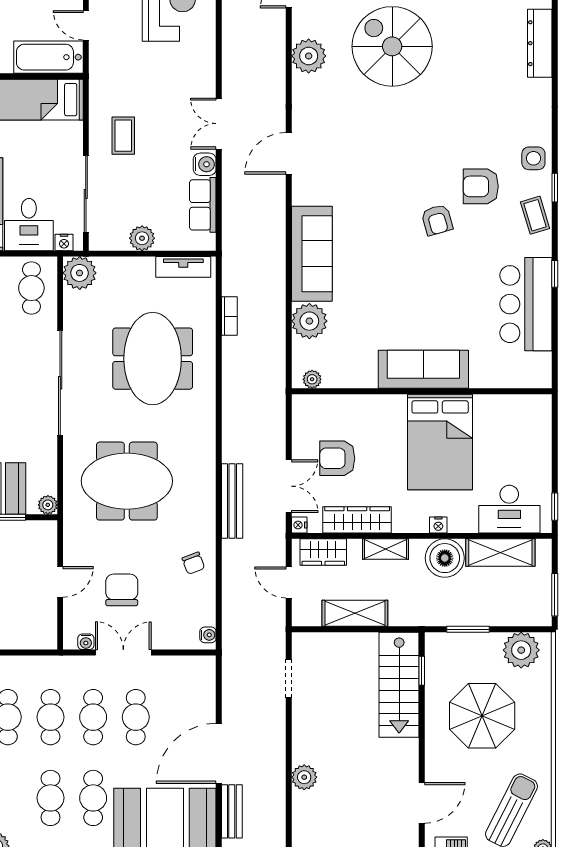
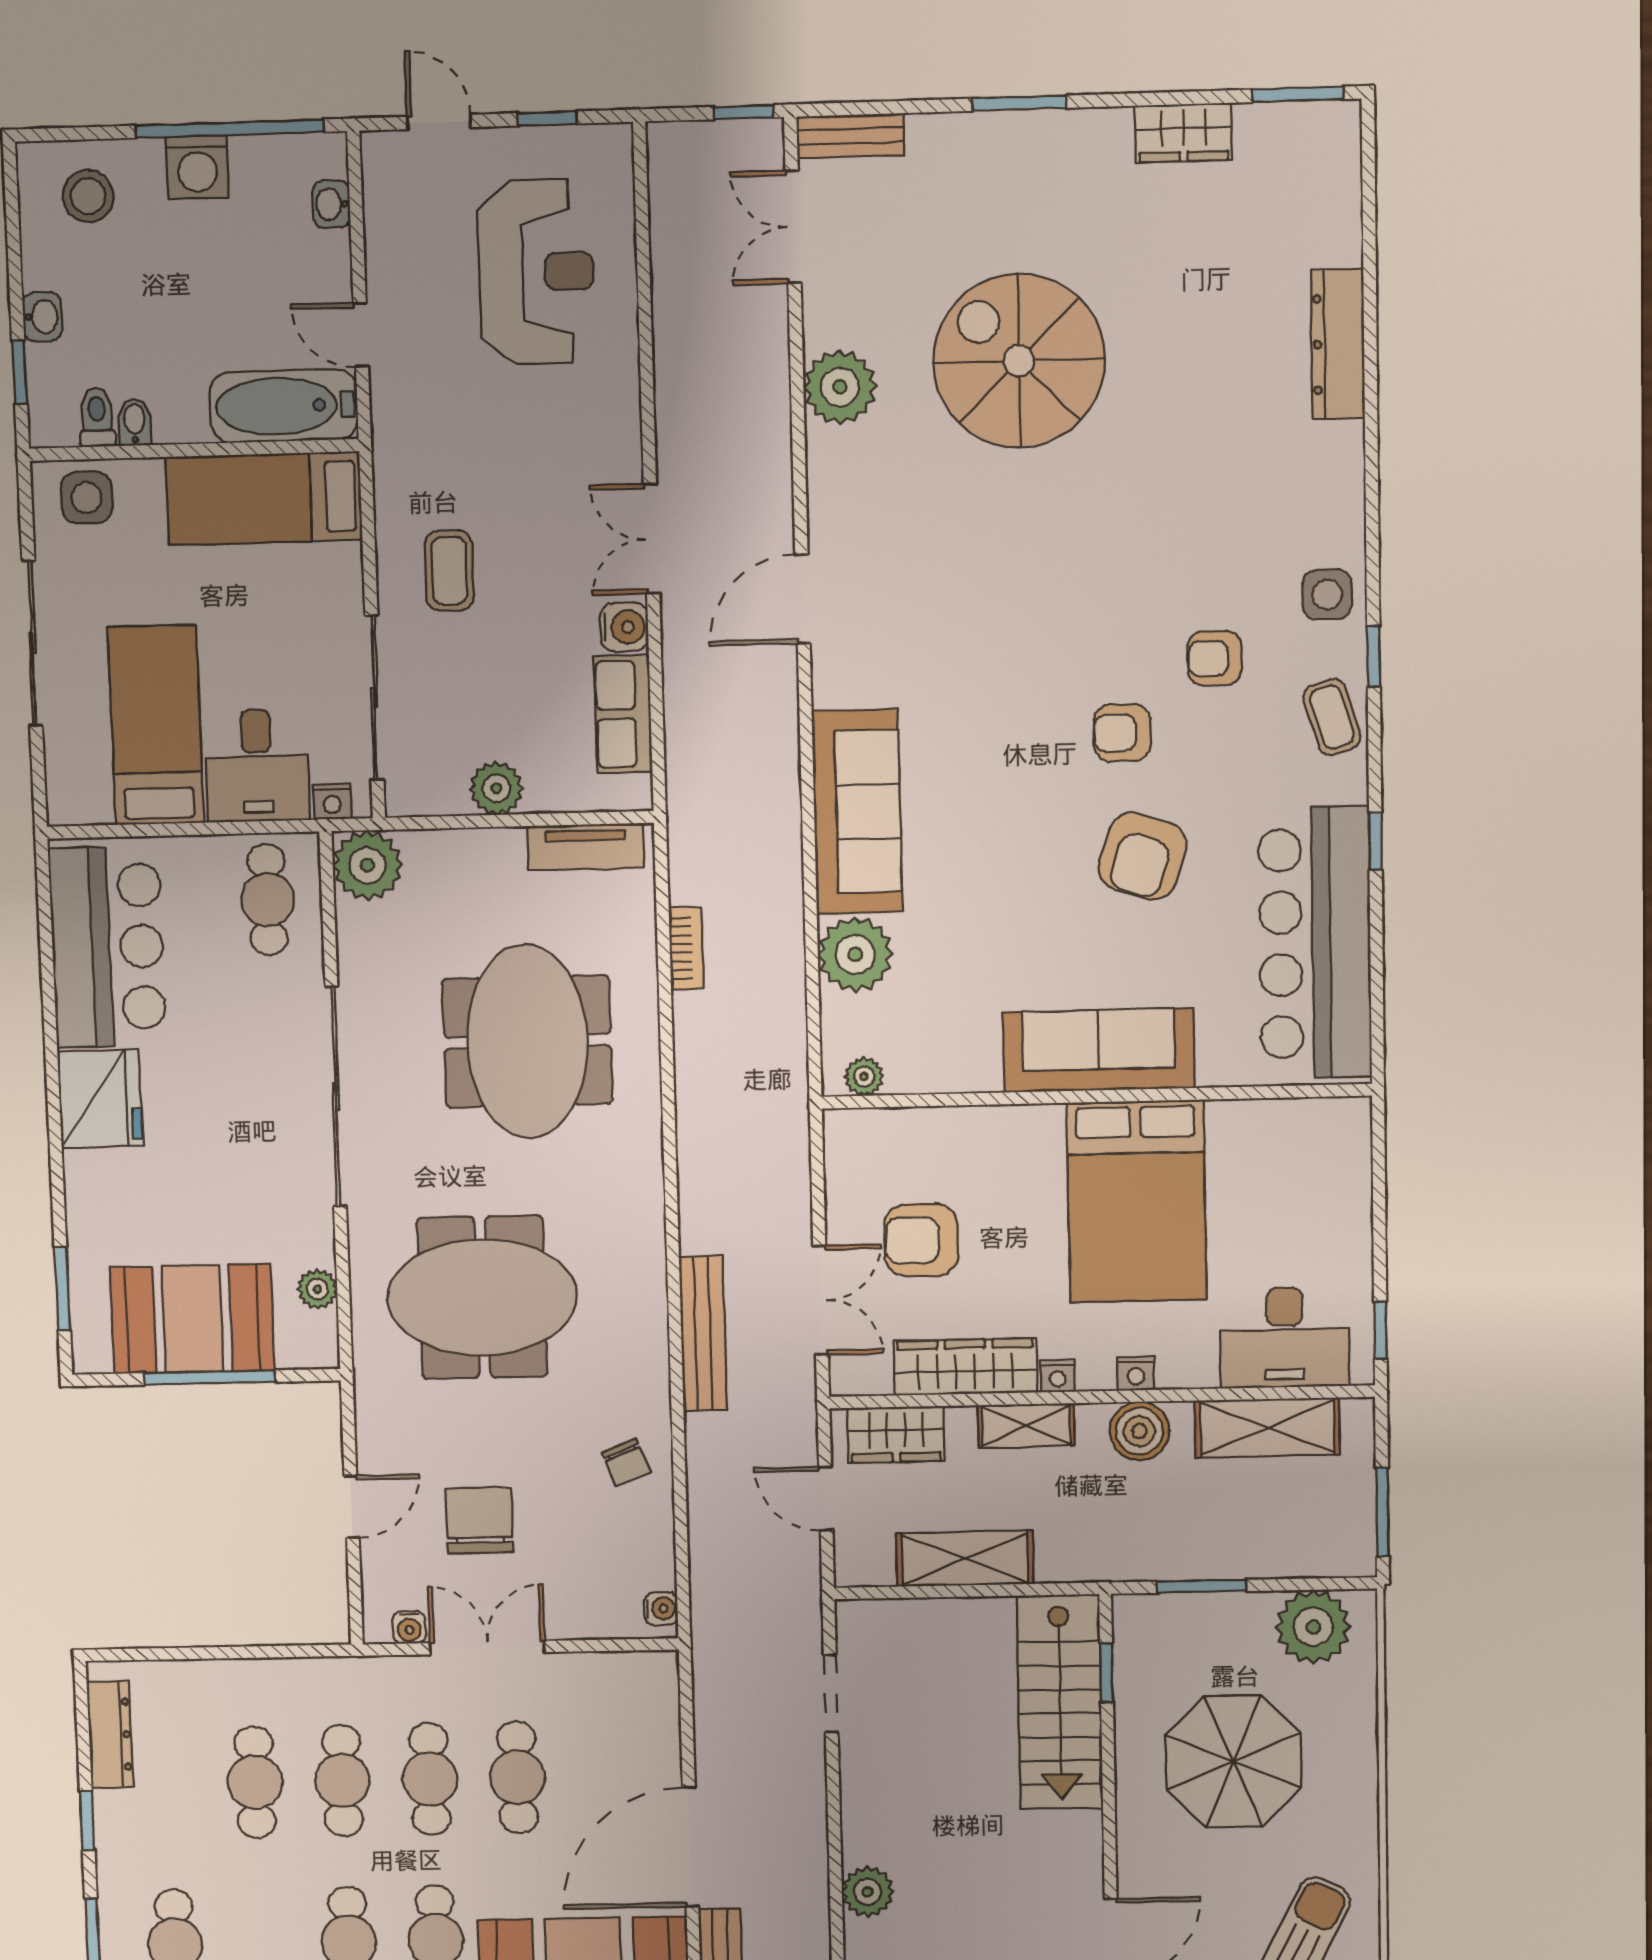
armchair: (481, 186) -> (1215, 658), width x0.72, depth x0.72
armchair: (437, 220) -> (1122, 733), turned 106
armchair: (446, 278) -> (1142, 856), added
bar counter: (526, 304) -> (1315, 943), width x1.36
plant: (48, 505) -> (317, 1289), moved
nightstand: (299, 525) -> (1058, 1376), moved, turned -90
boiler: (445, 558) -> (1139, 1431), width x0.73, depth x0.73

